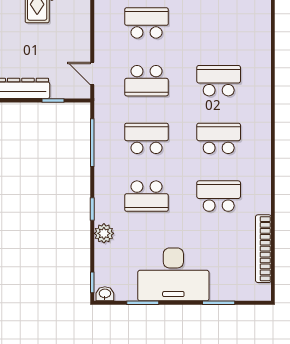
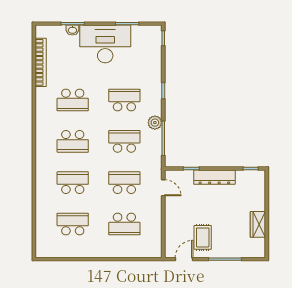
school desk: (219, 23) -> (73, 224), added
school desk: (219, 81) -> (73, 183), turned 180
school desk: (147, 138) -> (124, 141), turned 180
plant: (104, 233) -> (155, 123), moved
washbasin: (105, 294) -> (72, 30), moved

